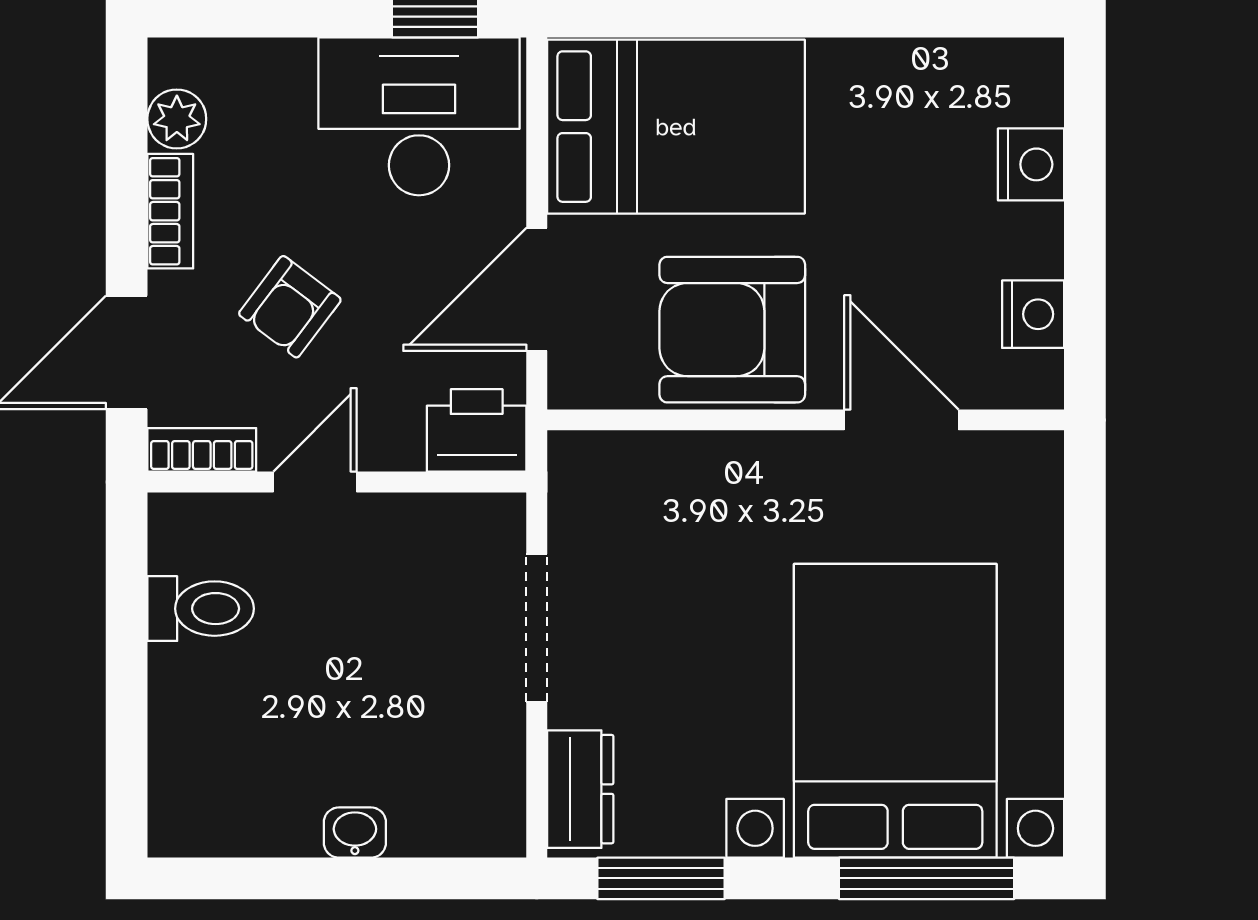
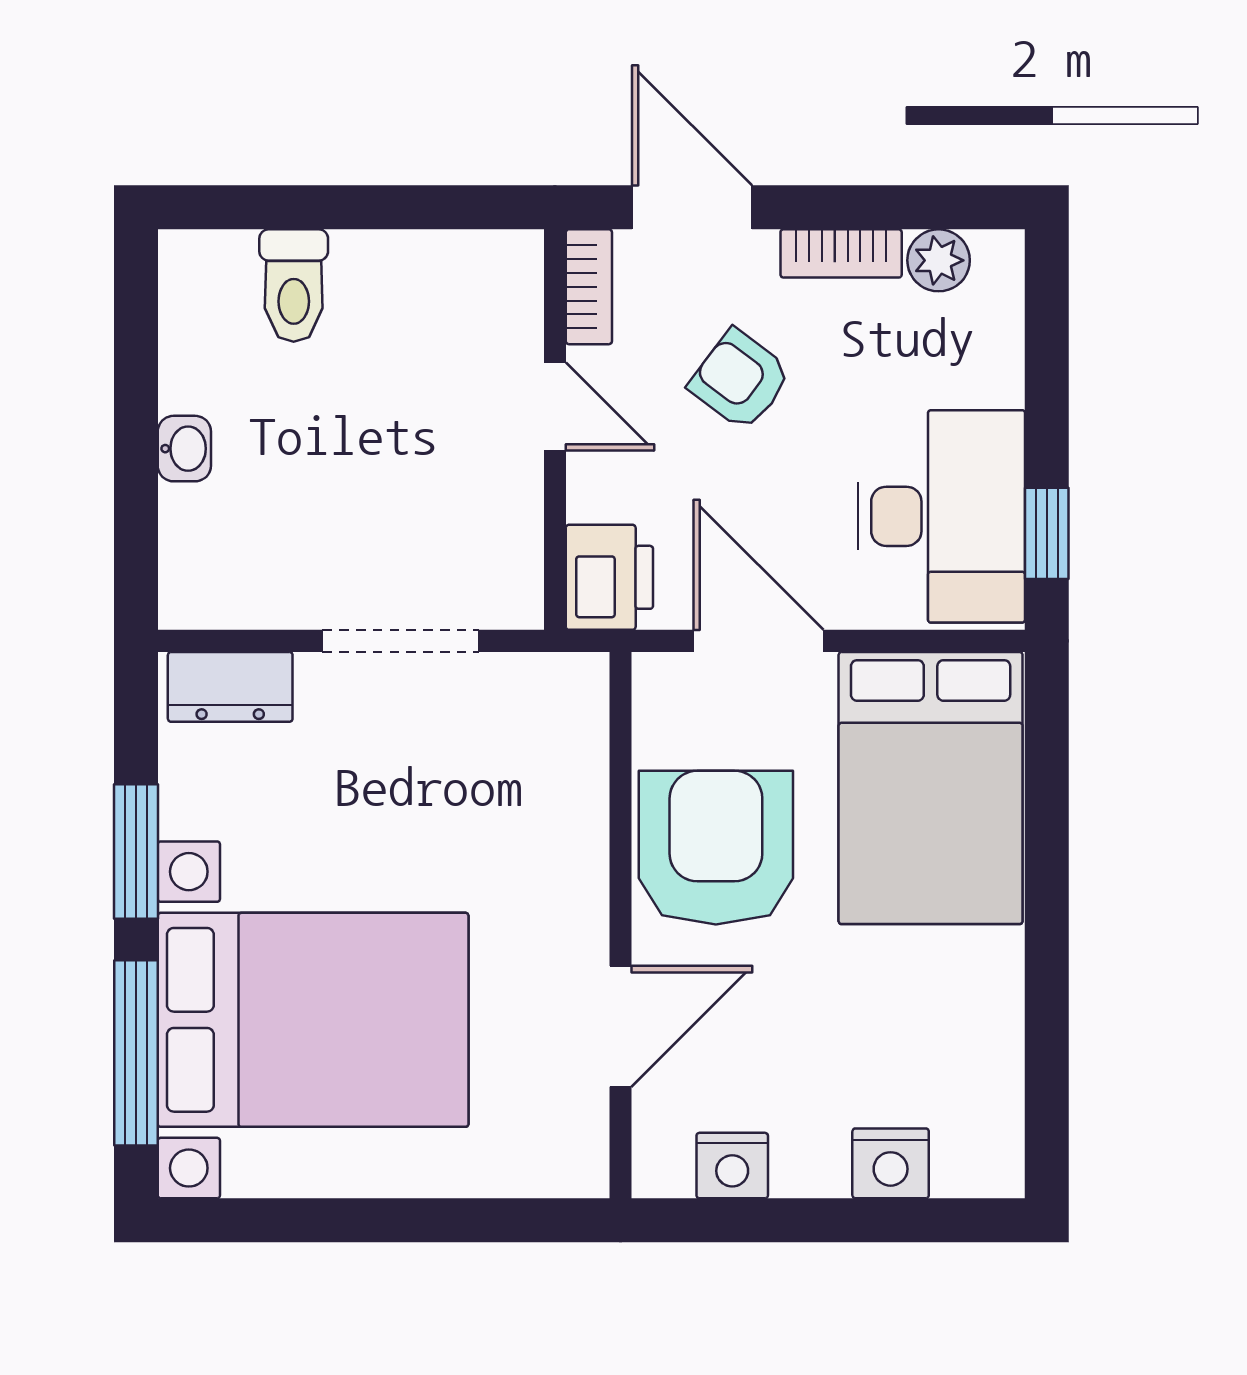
toilet: (201, 609) -> (294, 286), moved
window: (661, 878) -> (136, 851), moved

